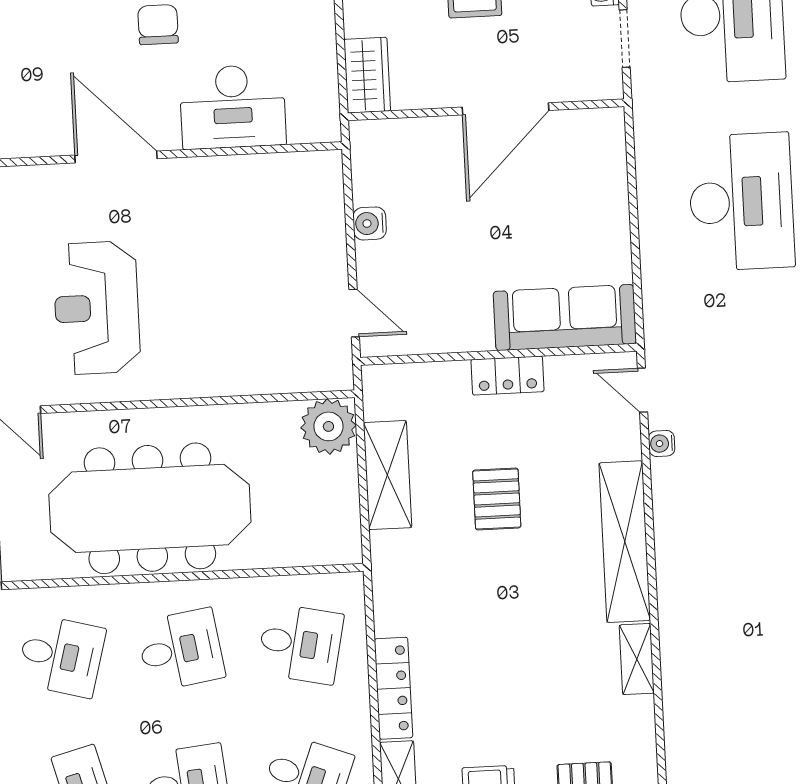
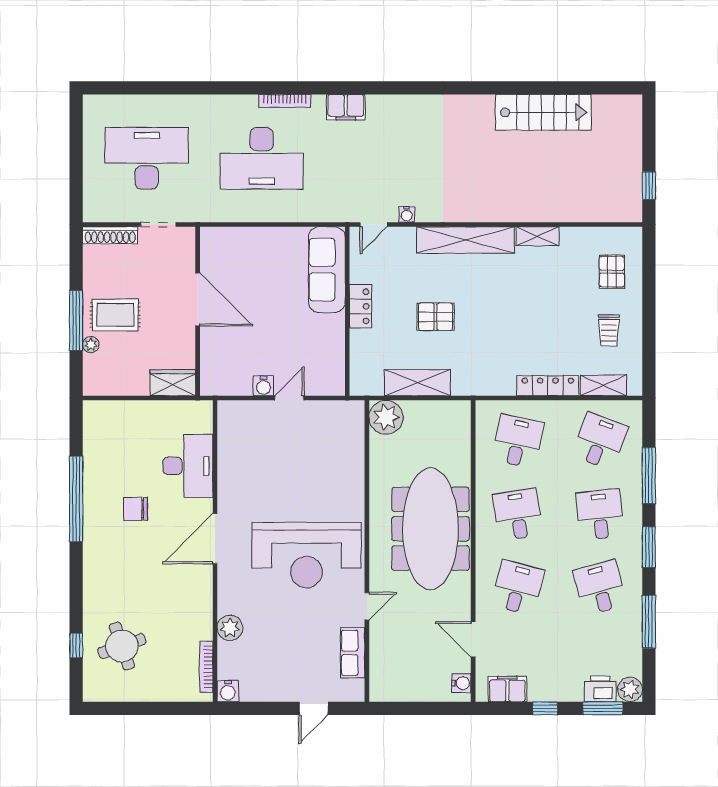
desk: (741, 202) -> (262, 158), turned 180
reception desk: (97, 308) -> (307, 555), width x1.36, depth x1.30
door: (354, 313) -> (289, 398), moved

